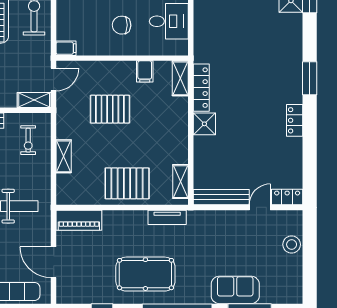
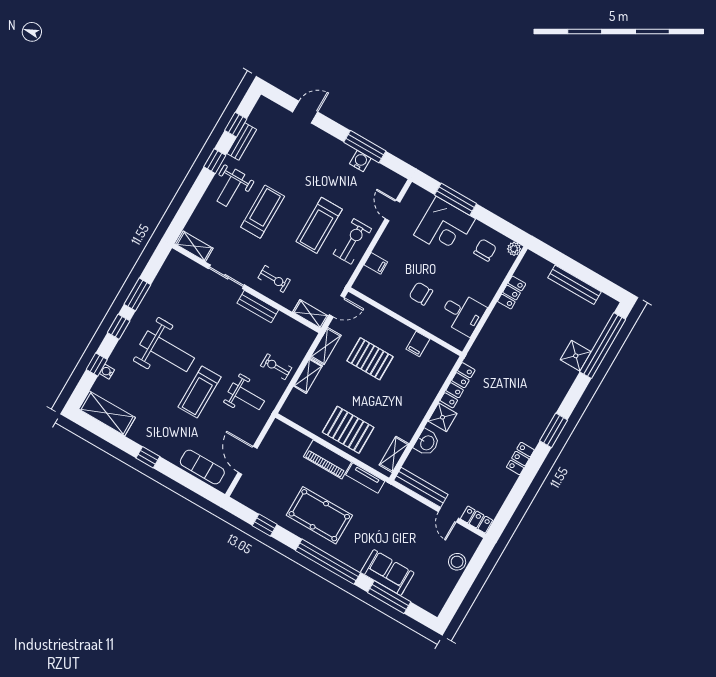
filing cabinet: (66, 48) -> (376, 263), moved
shelving: (180, 78) -> (326, 346), moved
exercise bike: (28, 140) -> (276, 367), moved, turned 90
washbasin: (203, 154) -> (427, 443), added
door: (260, 207) -> (448, 515), swing flipped
piano: (79, 220) -> (327, 459), moved

